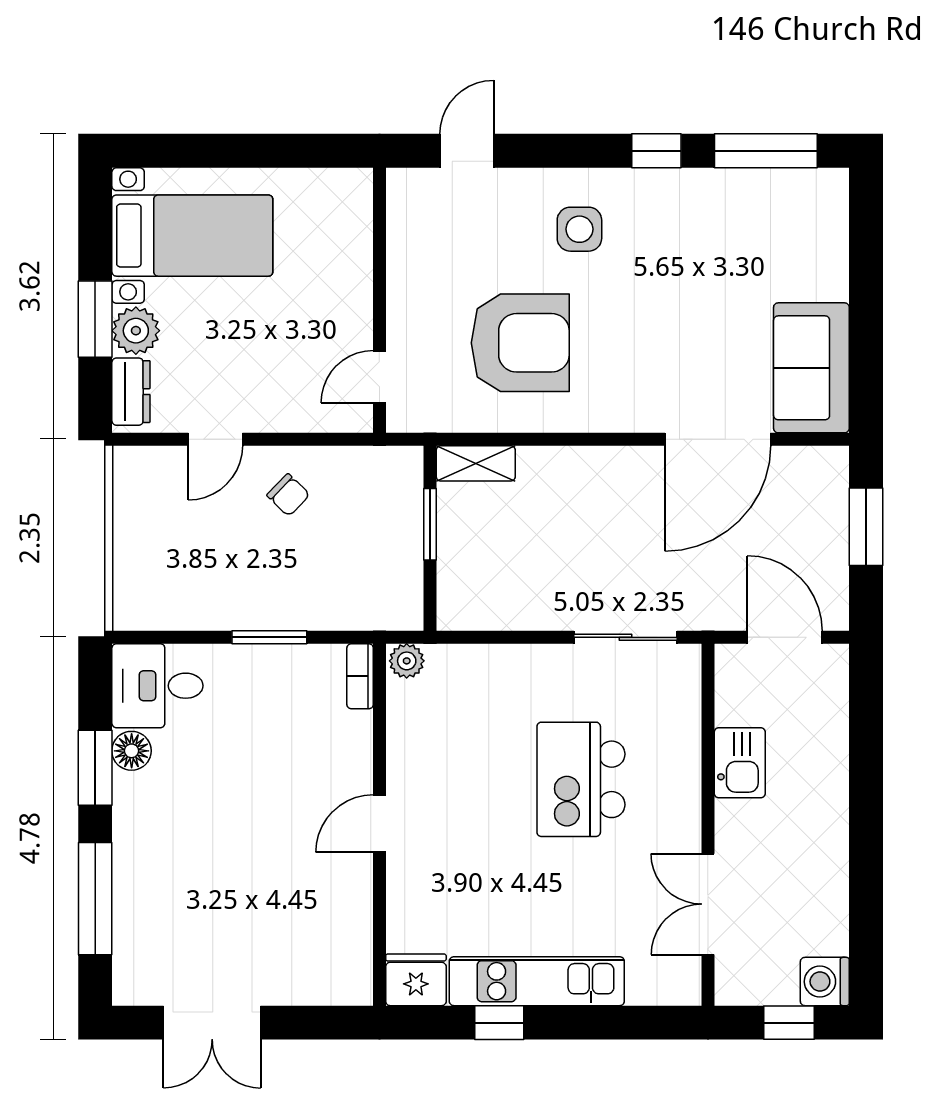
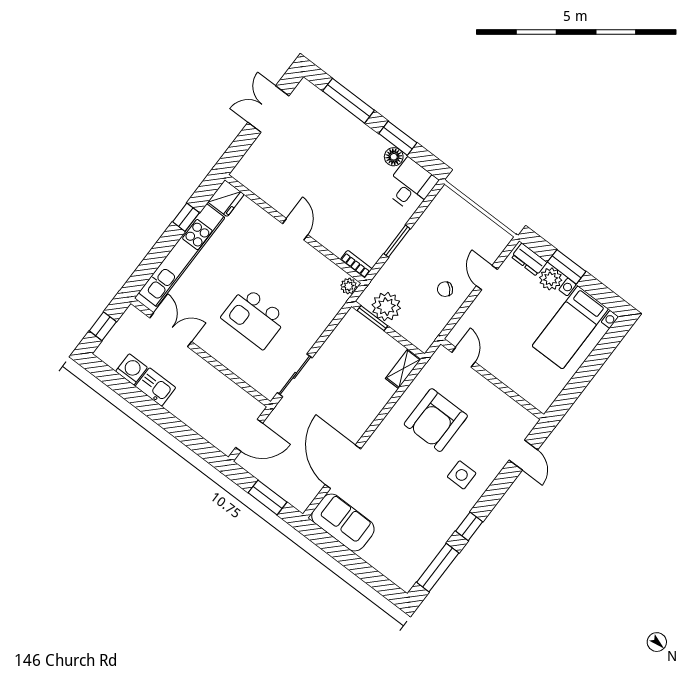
window: (430, 524) -> (372, 318), moved
plant: (393, 572) -> (386, 307), added
kitchen sink: (740, 763) -> (155, 387), moved, turned 180
kitchen island: (581, 779) -> (254, 318), turned 180
kitchen unit: (537, 981) -> (182, 255), width x1.36
washing machine: (825, 982) -> (131, 369), moved

